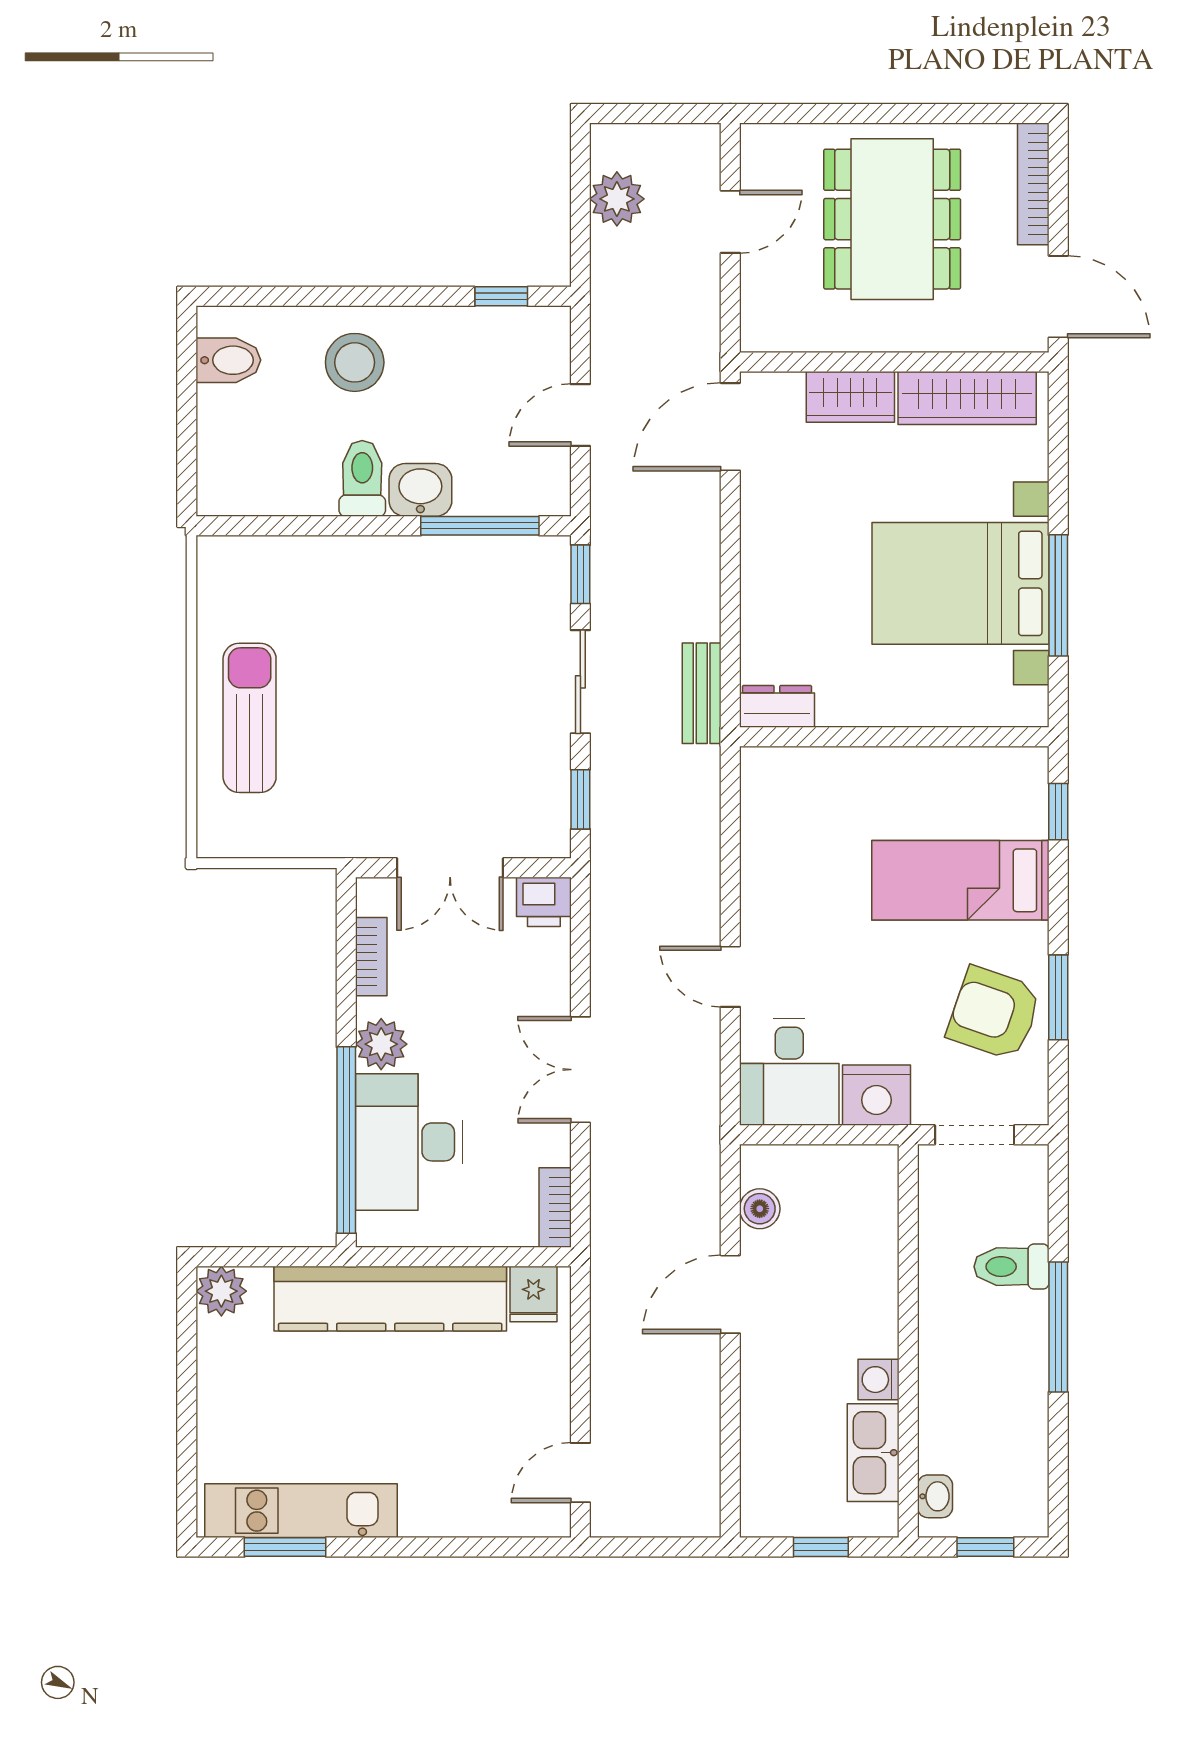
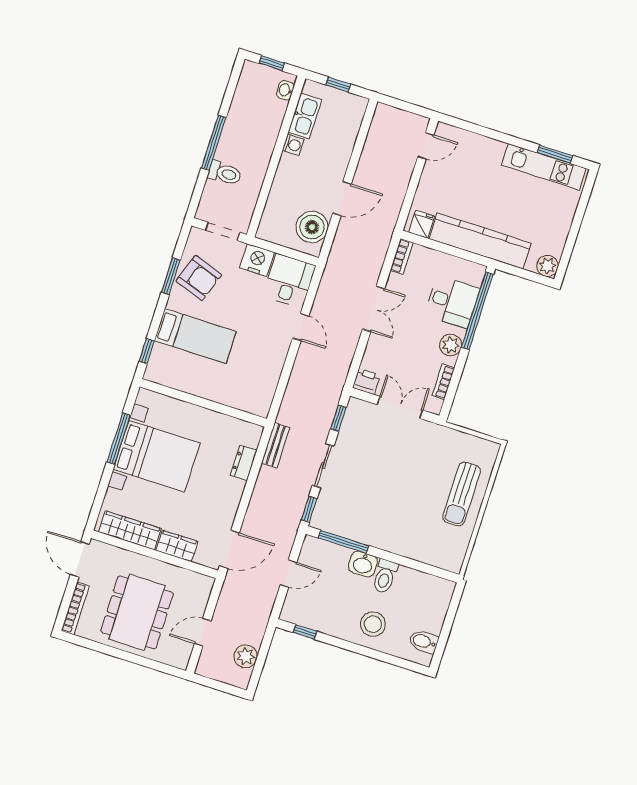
dresser: (777, 706) -> (244, 463), moved, turned 90
desk: (409, 1142) -> (452, 302), width x0.73
boiler: (760, 1209) -> (312, 227), width x1.86, depth x1.86

